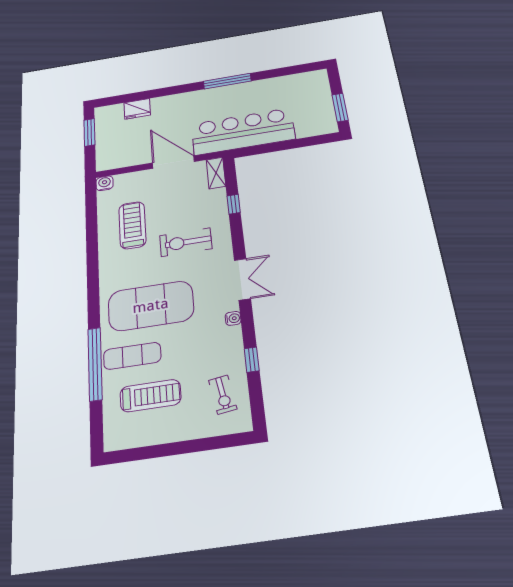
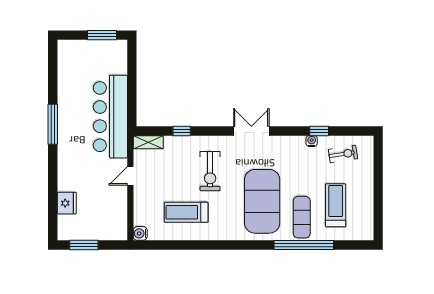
door: (173, 162) -> (130, 176), width x0.53
water cooler: (233, 318) -> (312, 141), moved

